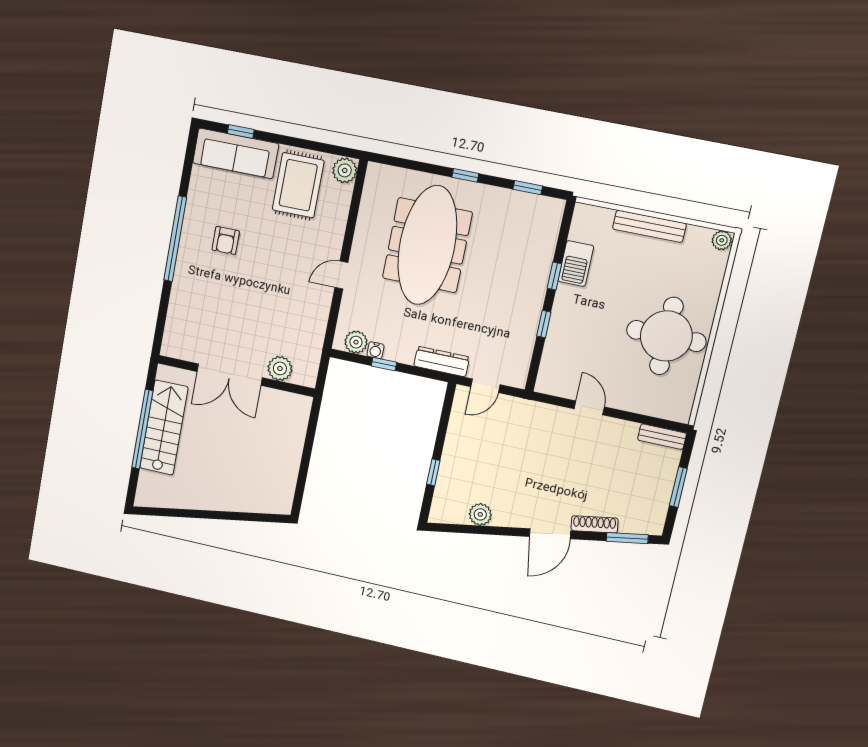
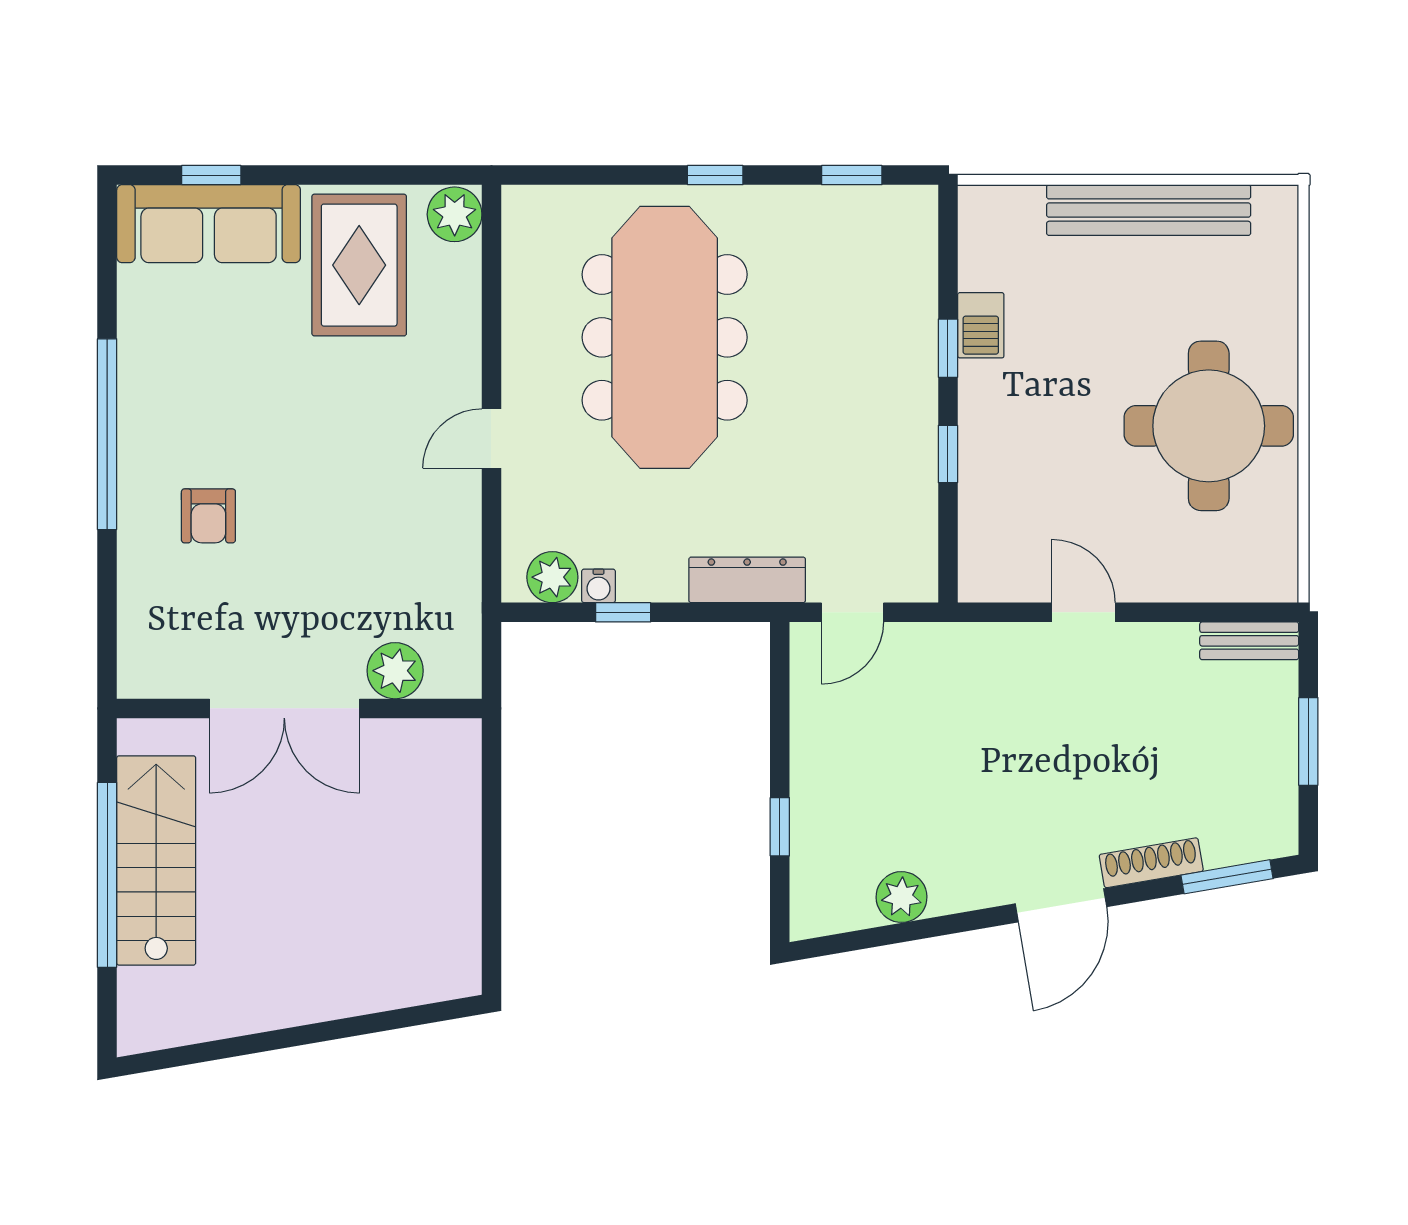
bench: (649, 226) -> (1149, 210), width x1.37, depth x1.21
armchair: (226, 240) -> (208, 516), moved
plant: (722, 240) -> (1275, 205), removed
barbecue: (576, 264) -> (981, 325), width x0.73, depth x0.79

